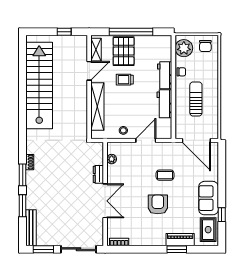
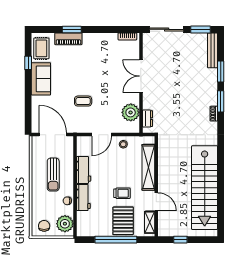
door: (89, 71) -> (156, 202), swing flipped
plant: (112, 159) -> (131, 112), width x1.88, depth x1.88
dresser: (98, 174) -> (147, 119), moved
armchair: (158, 204) -> (90, 73), removed

